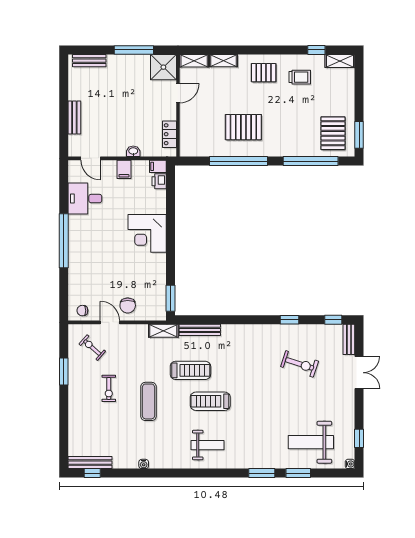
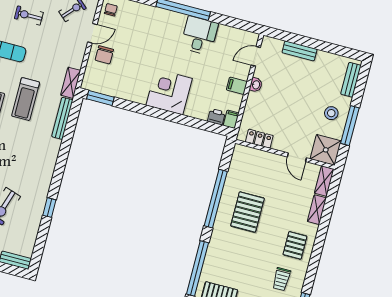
stool: (126, 71) -> (331, 113), added
washbasin: (133, 151) -> (256, 85), moved
desk: (85, 199) -> (199, 35), moved
chair: (128, 305) -> (104, 55), turned -90
window: (333, 320) -> (38, 250), removed

